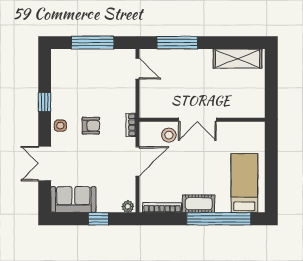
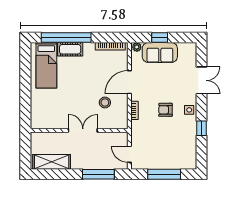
double door: (197, 120) -> (83, 130), moved
wall: (202, 120) -> (79, 130), moved
sofa: (73, 200) -> (160, 52), moved
cot: (199, 204) -> (70, 49), moved

